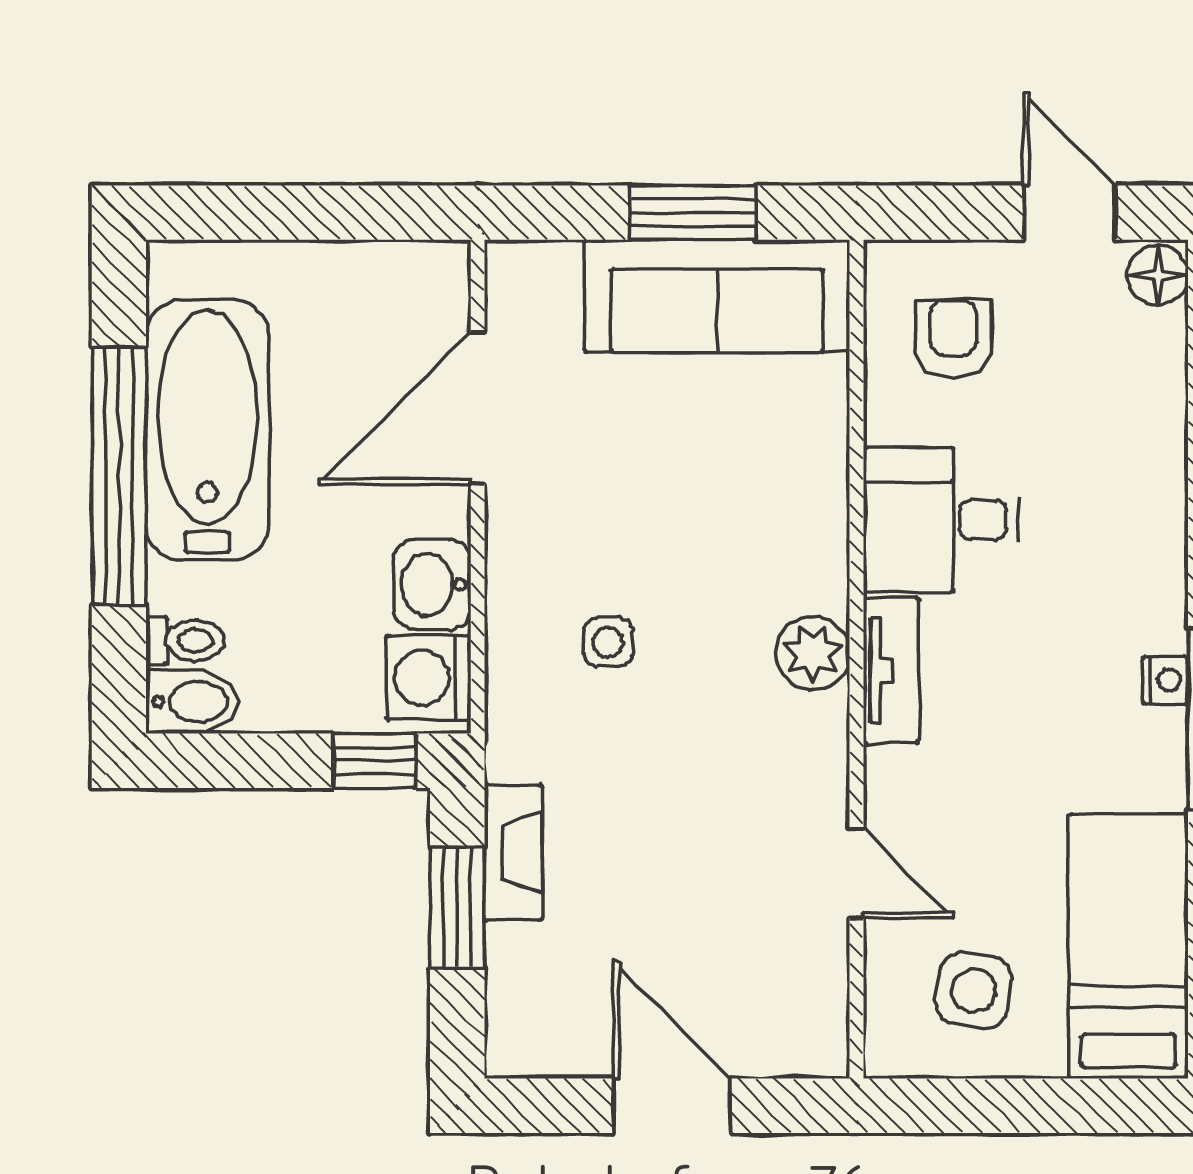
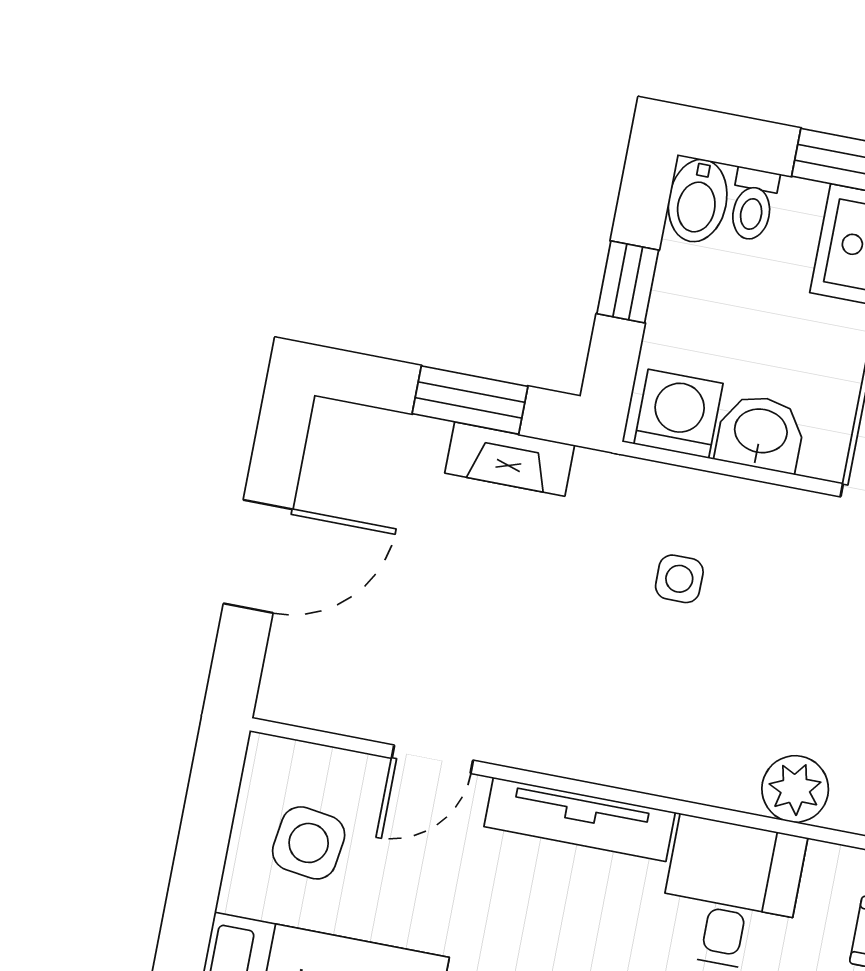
plant: (813, 653) -> (795, 789), moved
tv unit: (891, 671) -> (580, 819), width x1.41
window: (374, 761) -> (628, 282), moved

